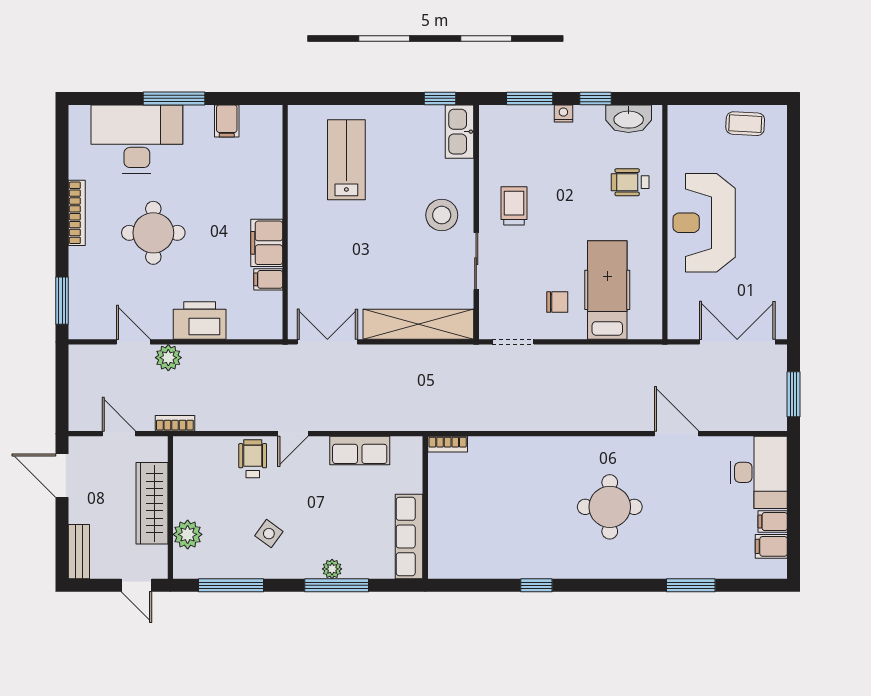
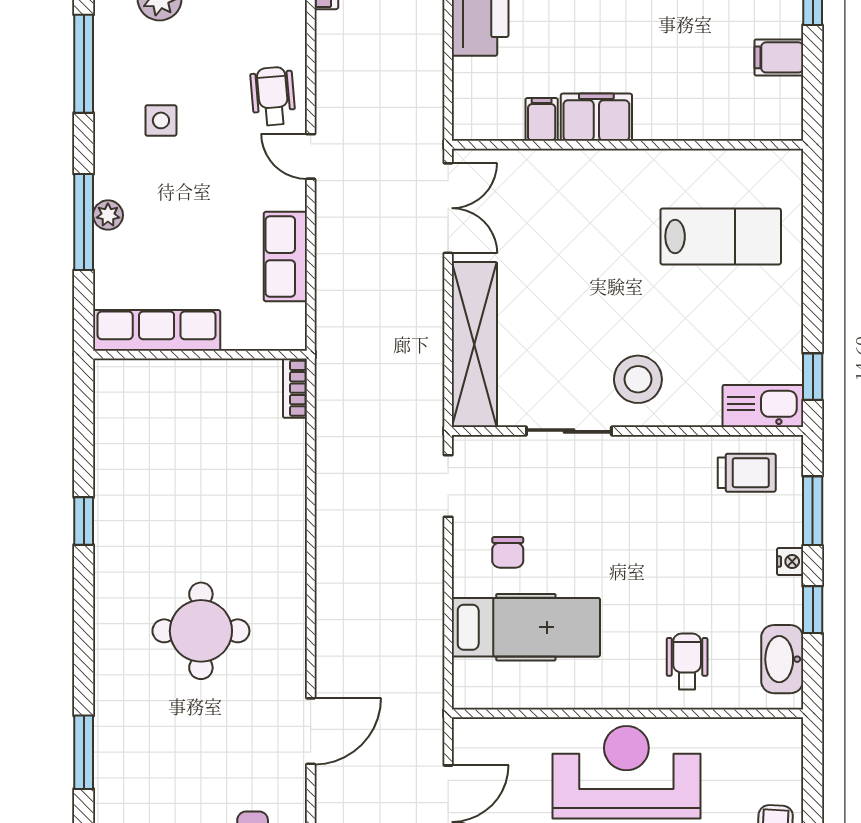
trolley: (514, 206) -> (747, 473), moved
wheelchair: (253, 459) -> (273, 96), turned -95
side table: (269, 534) -> (161, 120), turned -36

